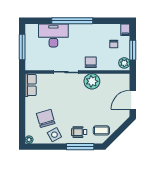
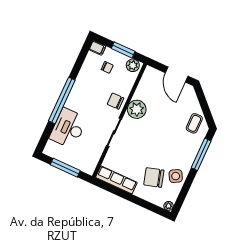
row of seats: (31, 85) -> (116, 180), width x1.48
wheelchair: (79, 132) -> (185, 148), removed

